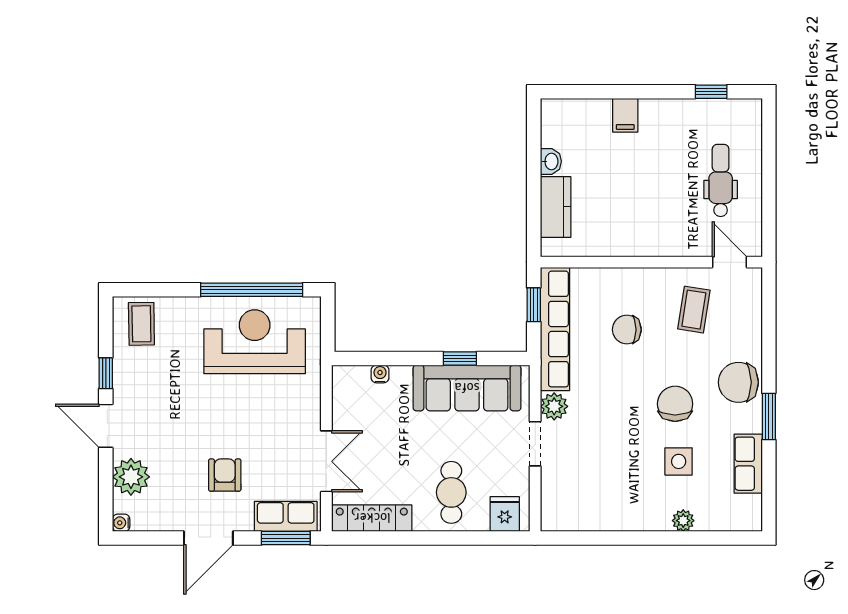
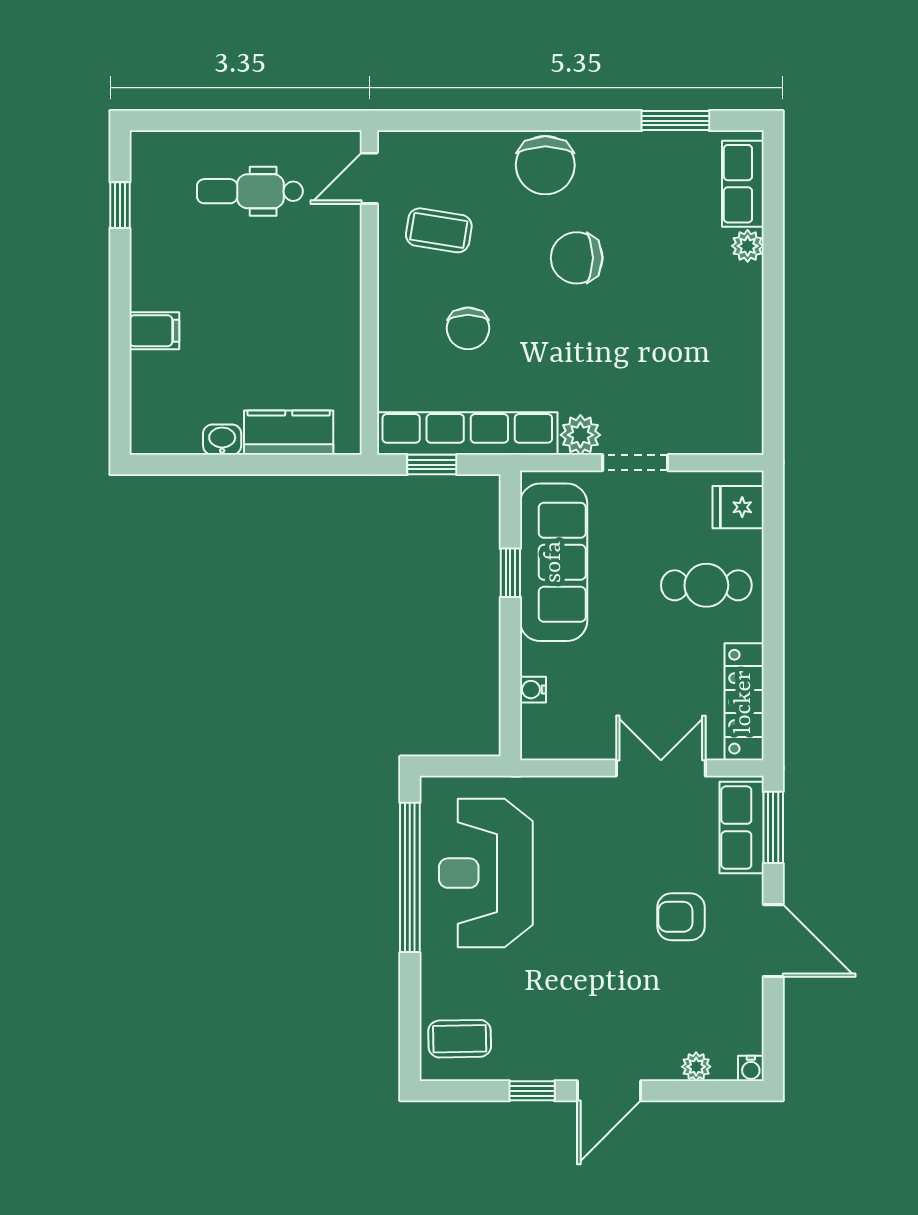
window: (769, 417) -> (675, 121), moved
side table: (679, 461) -> (661, 253), removed
row of seats: (748, 464) -> (743, 184), moved, turned 90
plant: (131, 477) -> (696, 1067), width x0.53, depth x0.53

